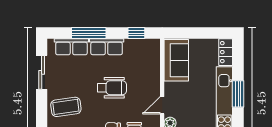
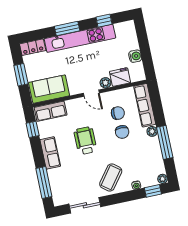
window: (89, 33) -> (44, 182), moved
window: (198, 33) -> (21, 75), added
row of seats: (71, 47) -> (51, 111), moved, turned 90
coffee table: (66, 107) -> (111, 178), turned 45

